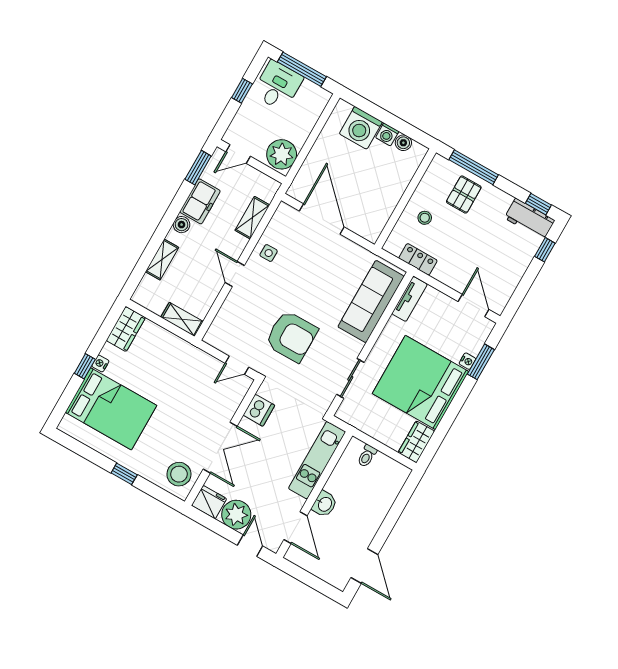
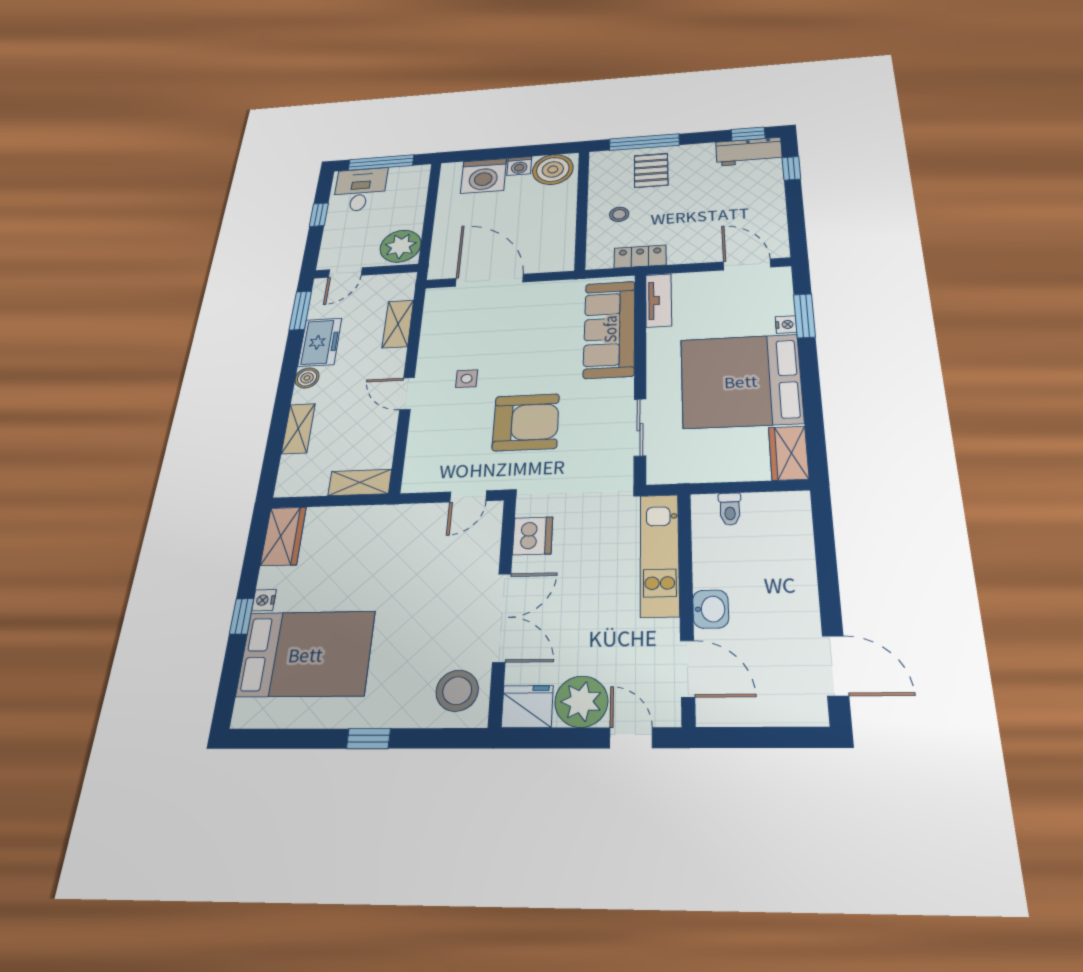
boiler: (403, 143) -> (553, 169), width x1.86, depth x1.86
side table: (269, 253) -> (467, 379), moved

